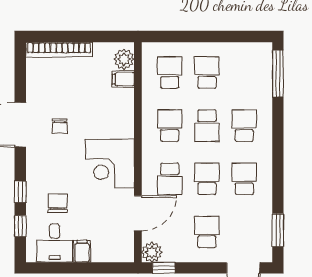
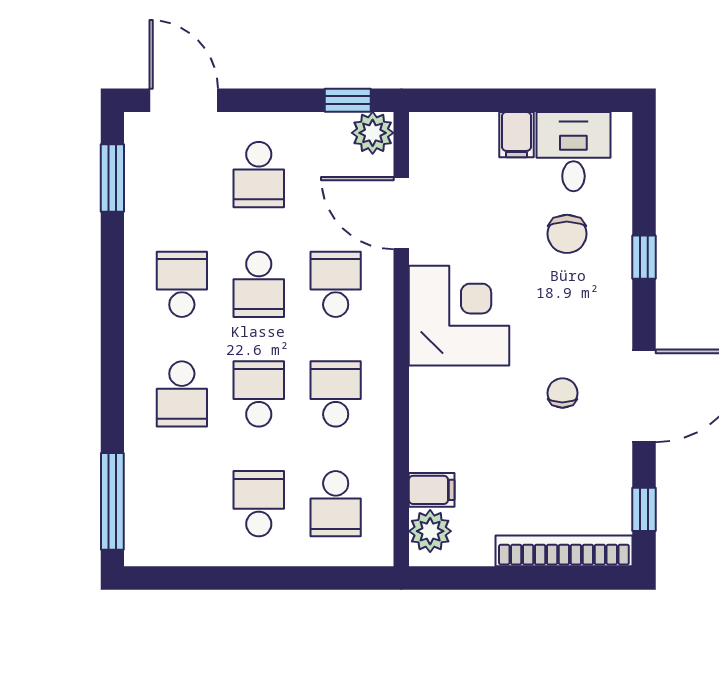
school desk: (207, 72) -> (259, 504), turned 180
school desk: (170, 126) -> (336, 394), turned 180
school desk: (244, 179) -> (182, 284), turned 180
door: (138, 213) -> (401, 213), hinge flipped
window: (20, 226) -> (644, 509), moved

